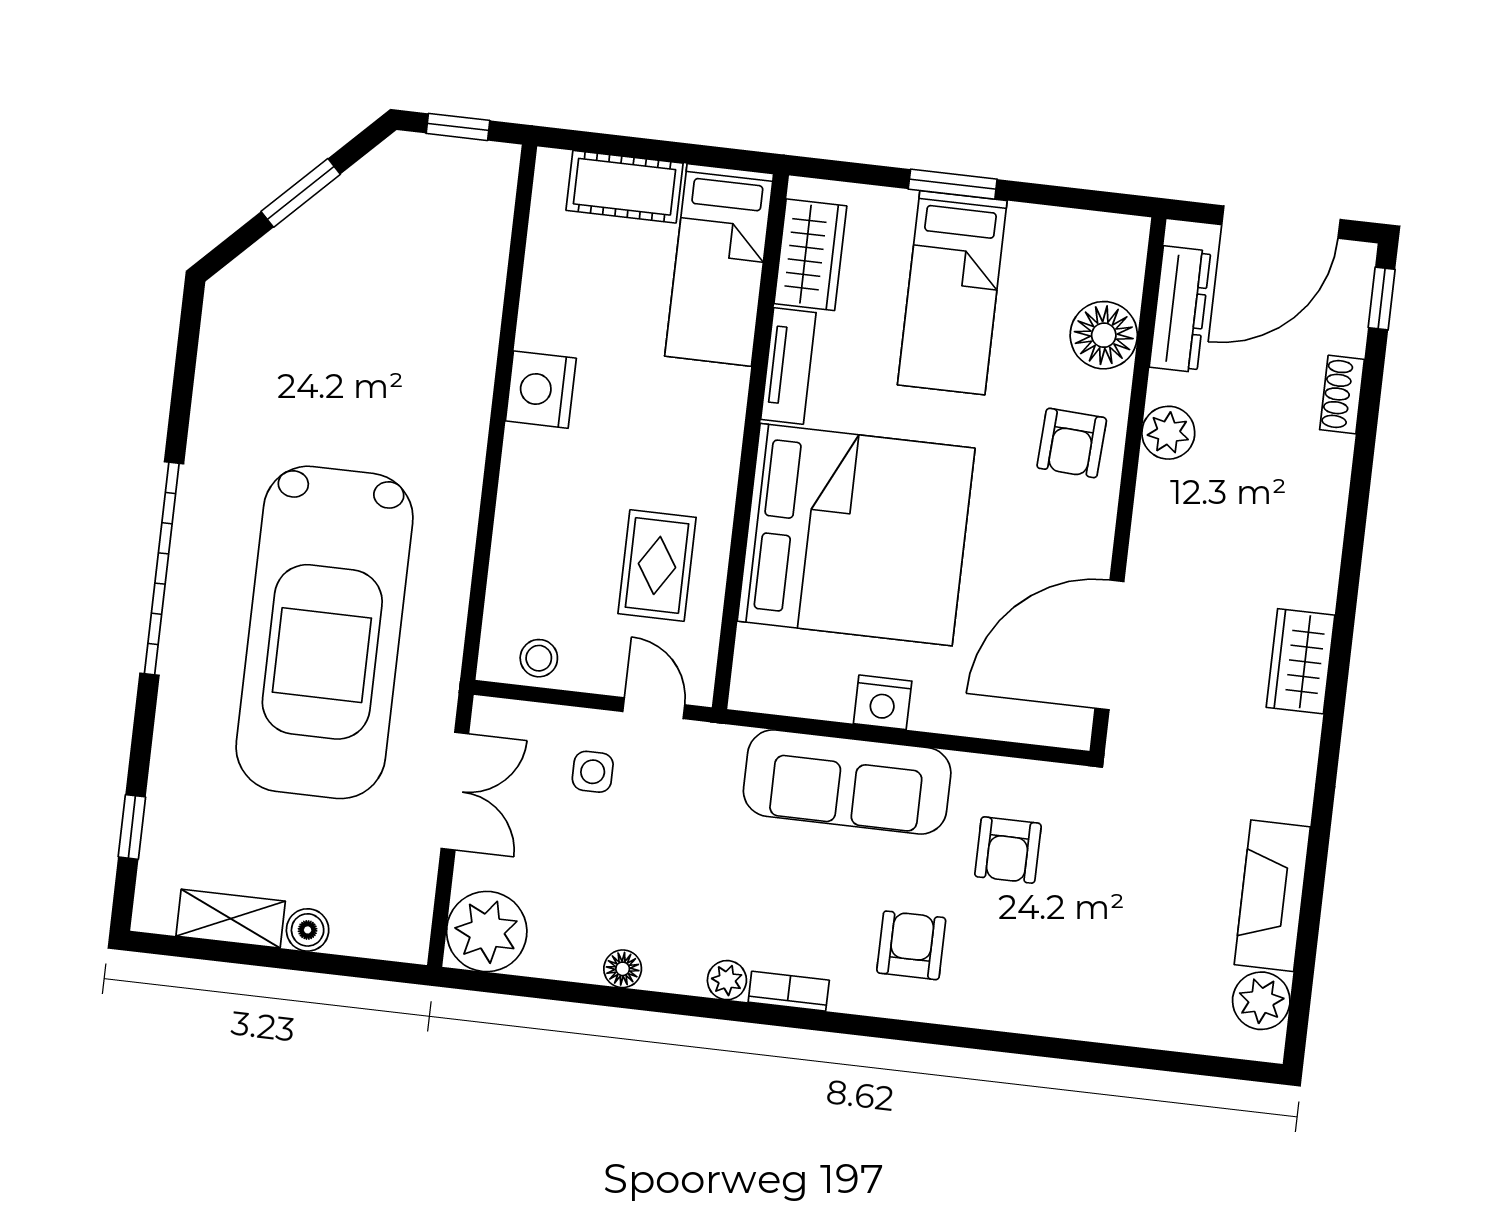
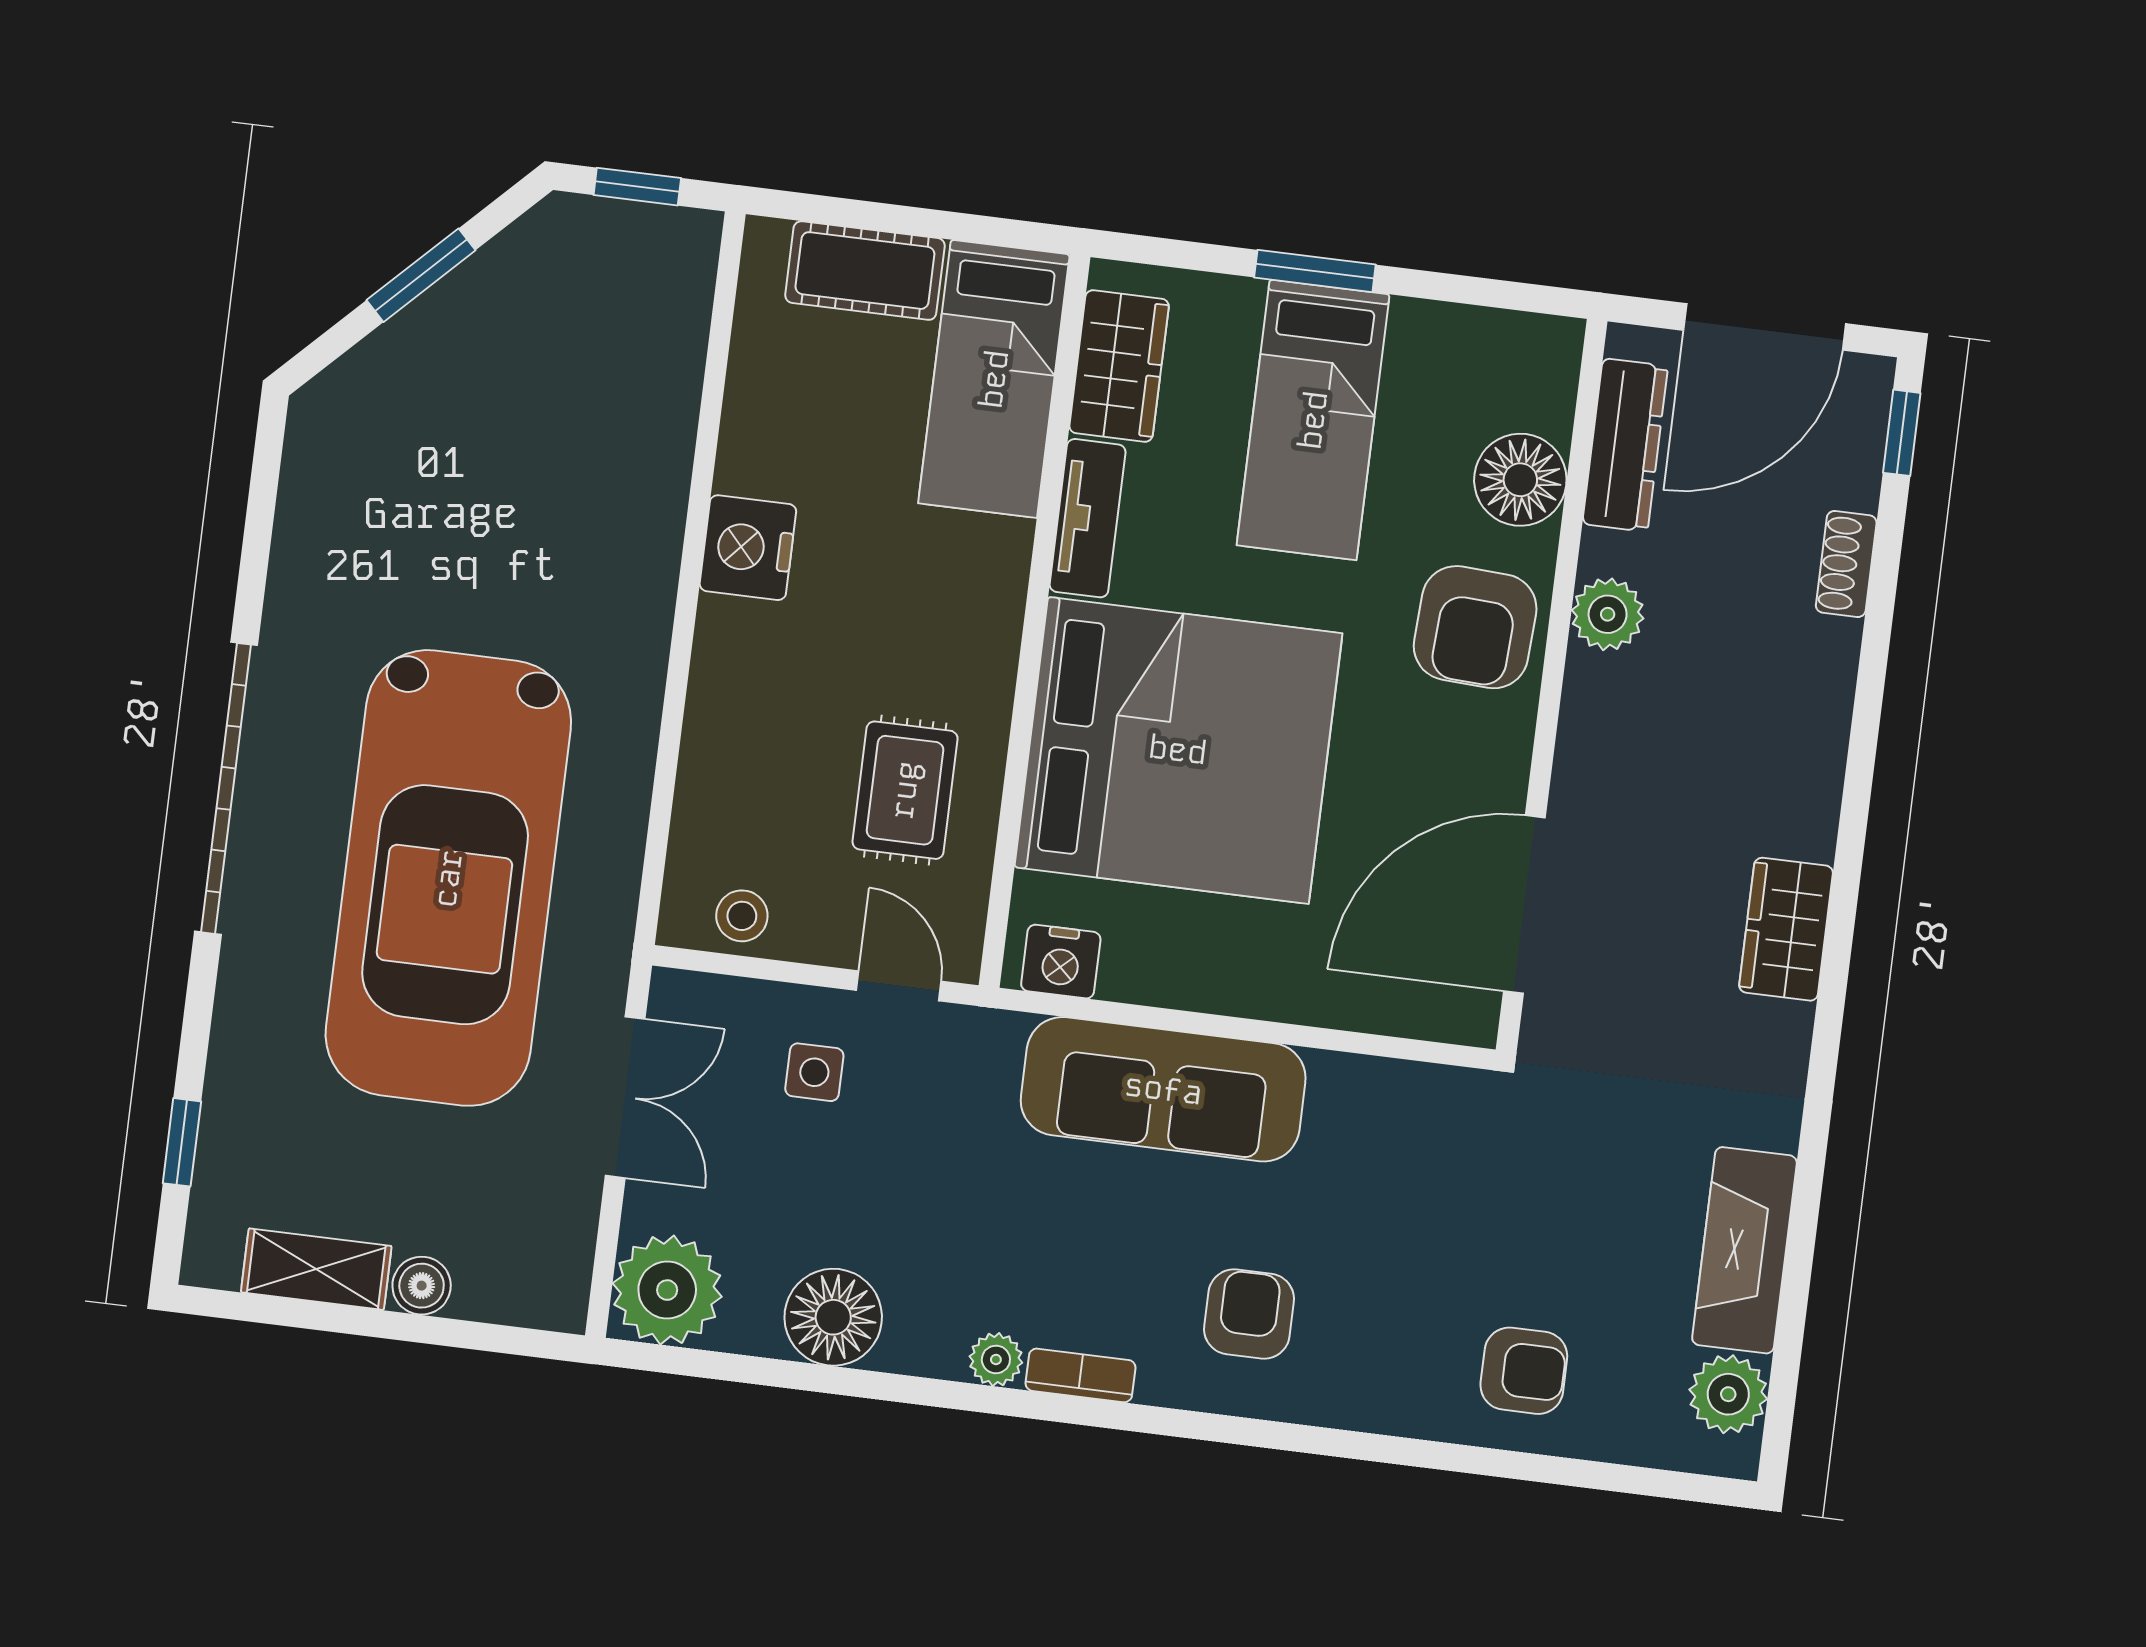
armchair: (1072, 443) -> (1475, 627), width x1.38, depth x1.38
nightstand: (883, 702) -> (1061, 962), moved
armchair: (1008, 850) -> (1524, 1371), moved, turned -90
floor lamp: (623, 969) -> (833, 1317), width x1.89, depth x1.89

